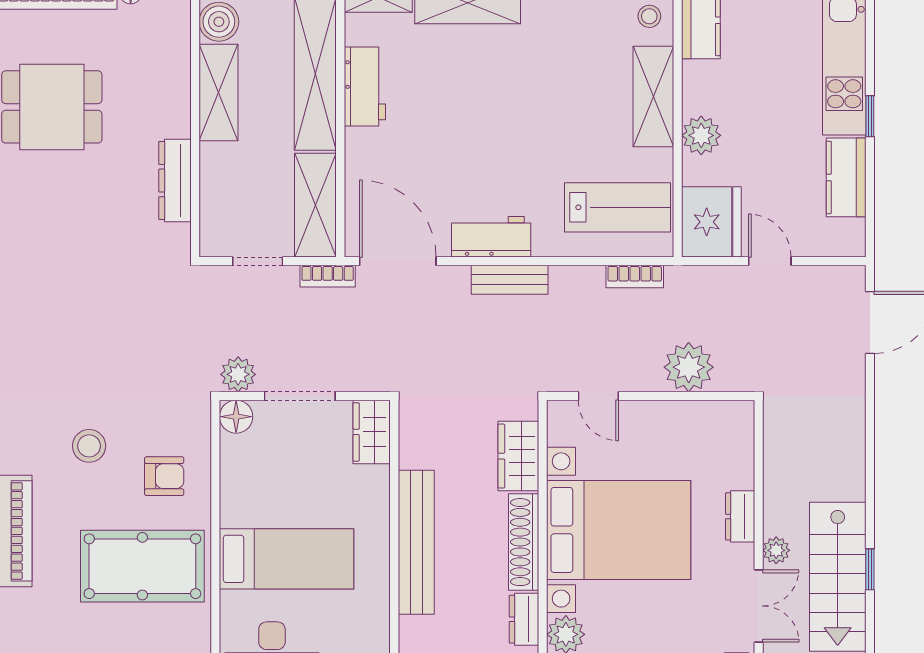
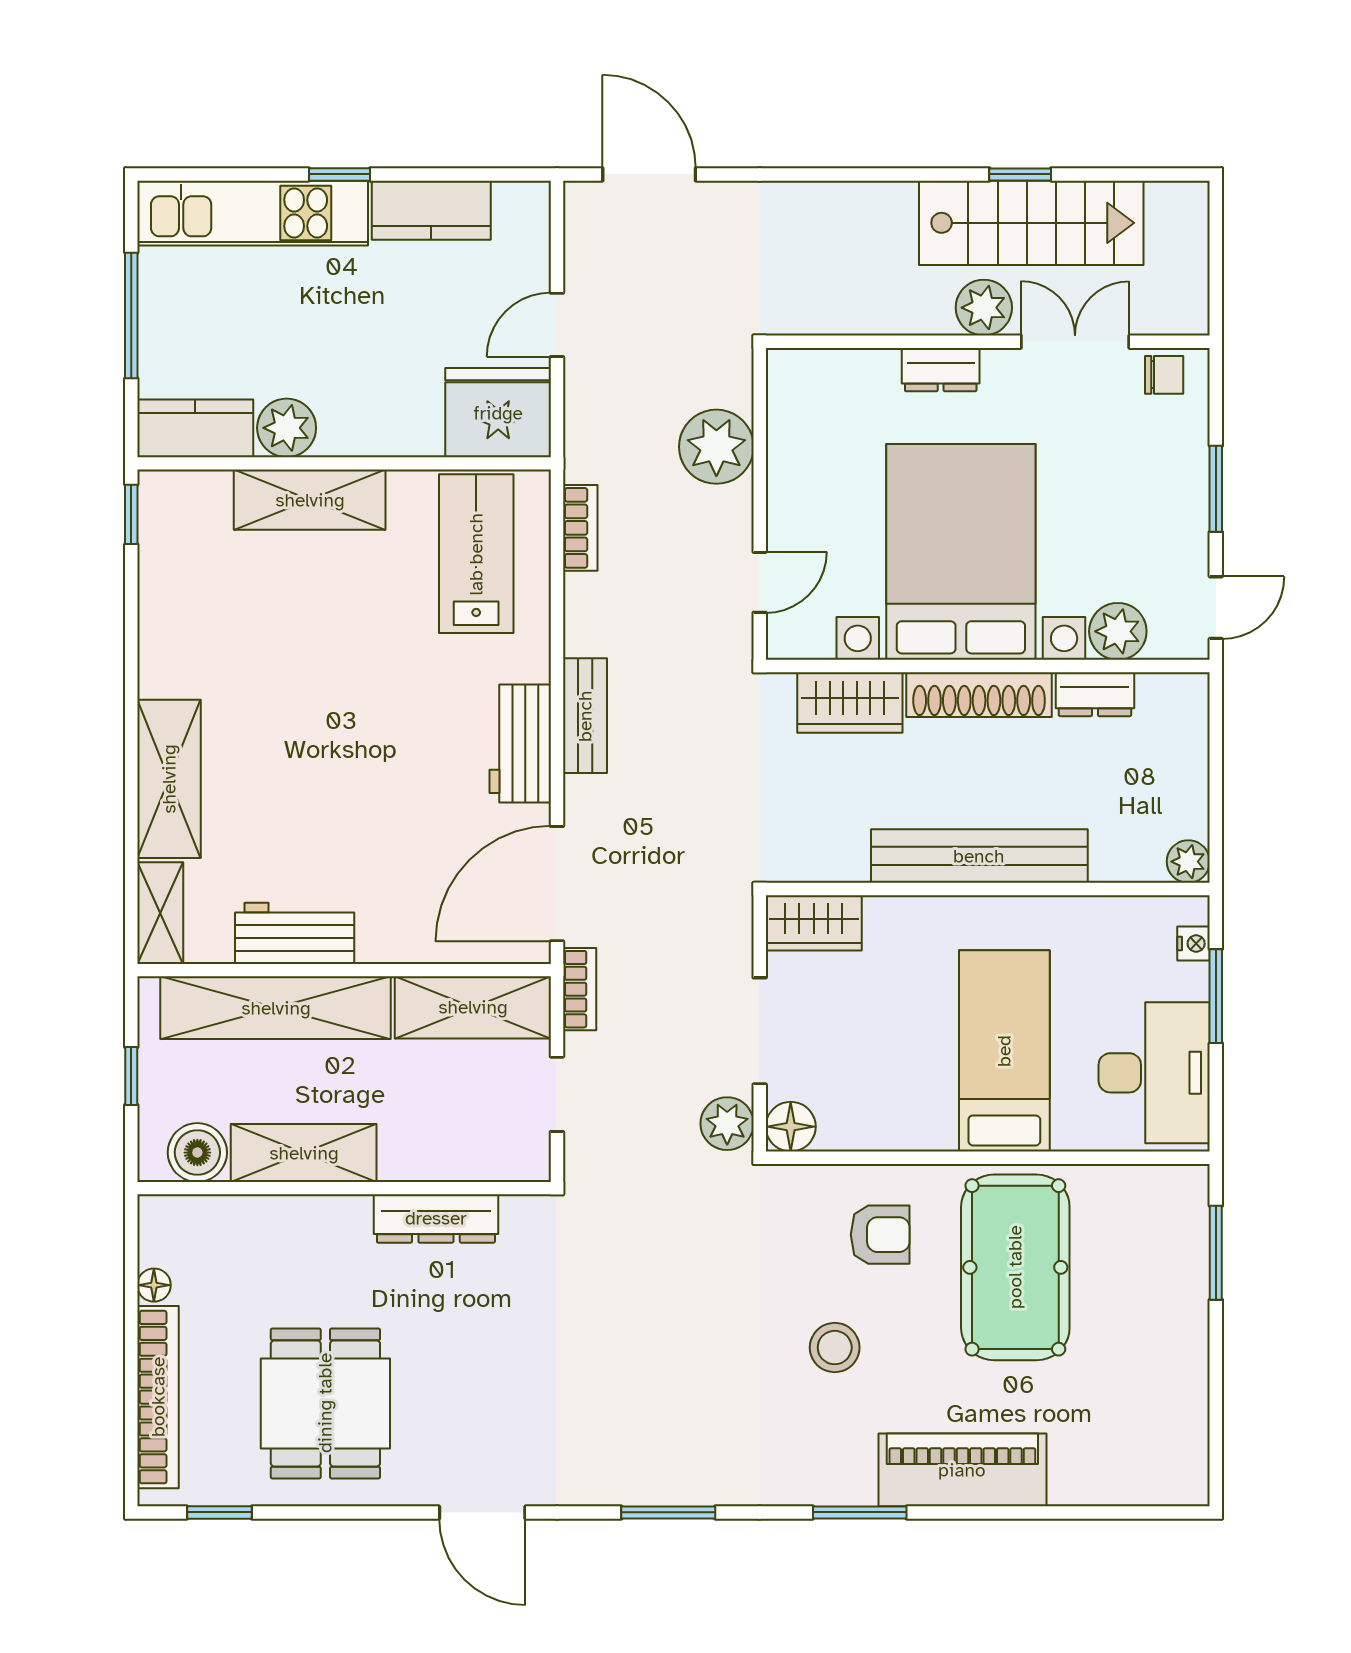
stool: (649, 16) -> (189, 506), removed
plant: (701, 135) -> (287, 428), moved
armchair: (164, 476) -> (880, 1235), turned 90
plant: (776, 550) -> (984, 308), width x1.38, depth x1.38

